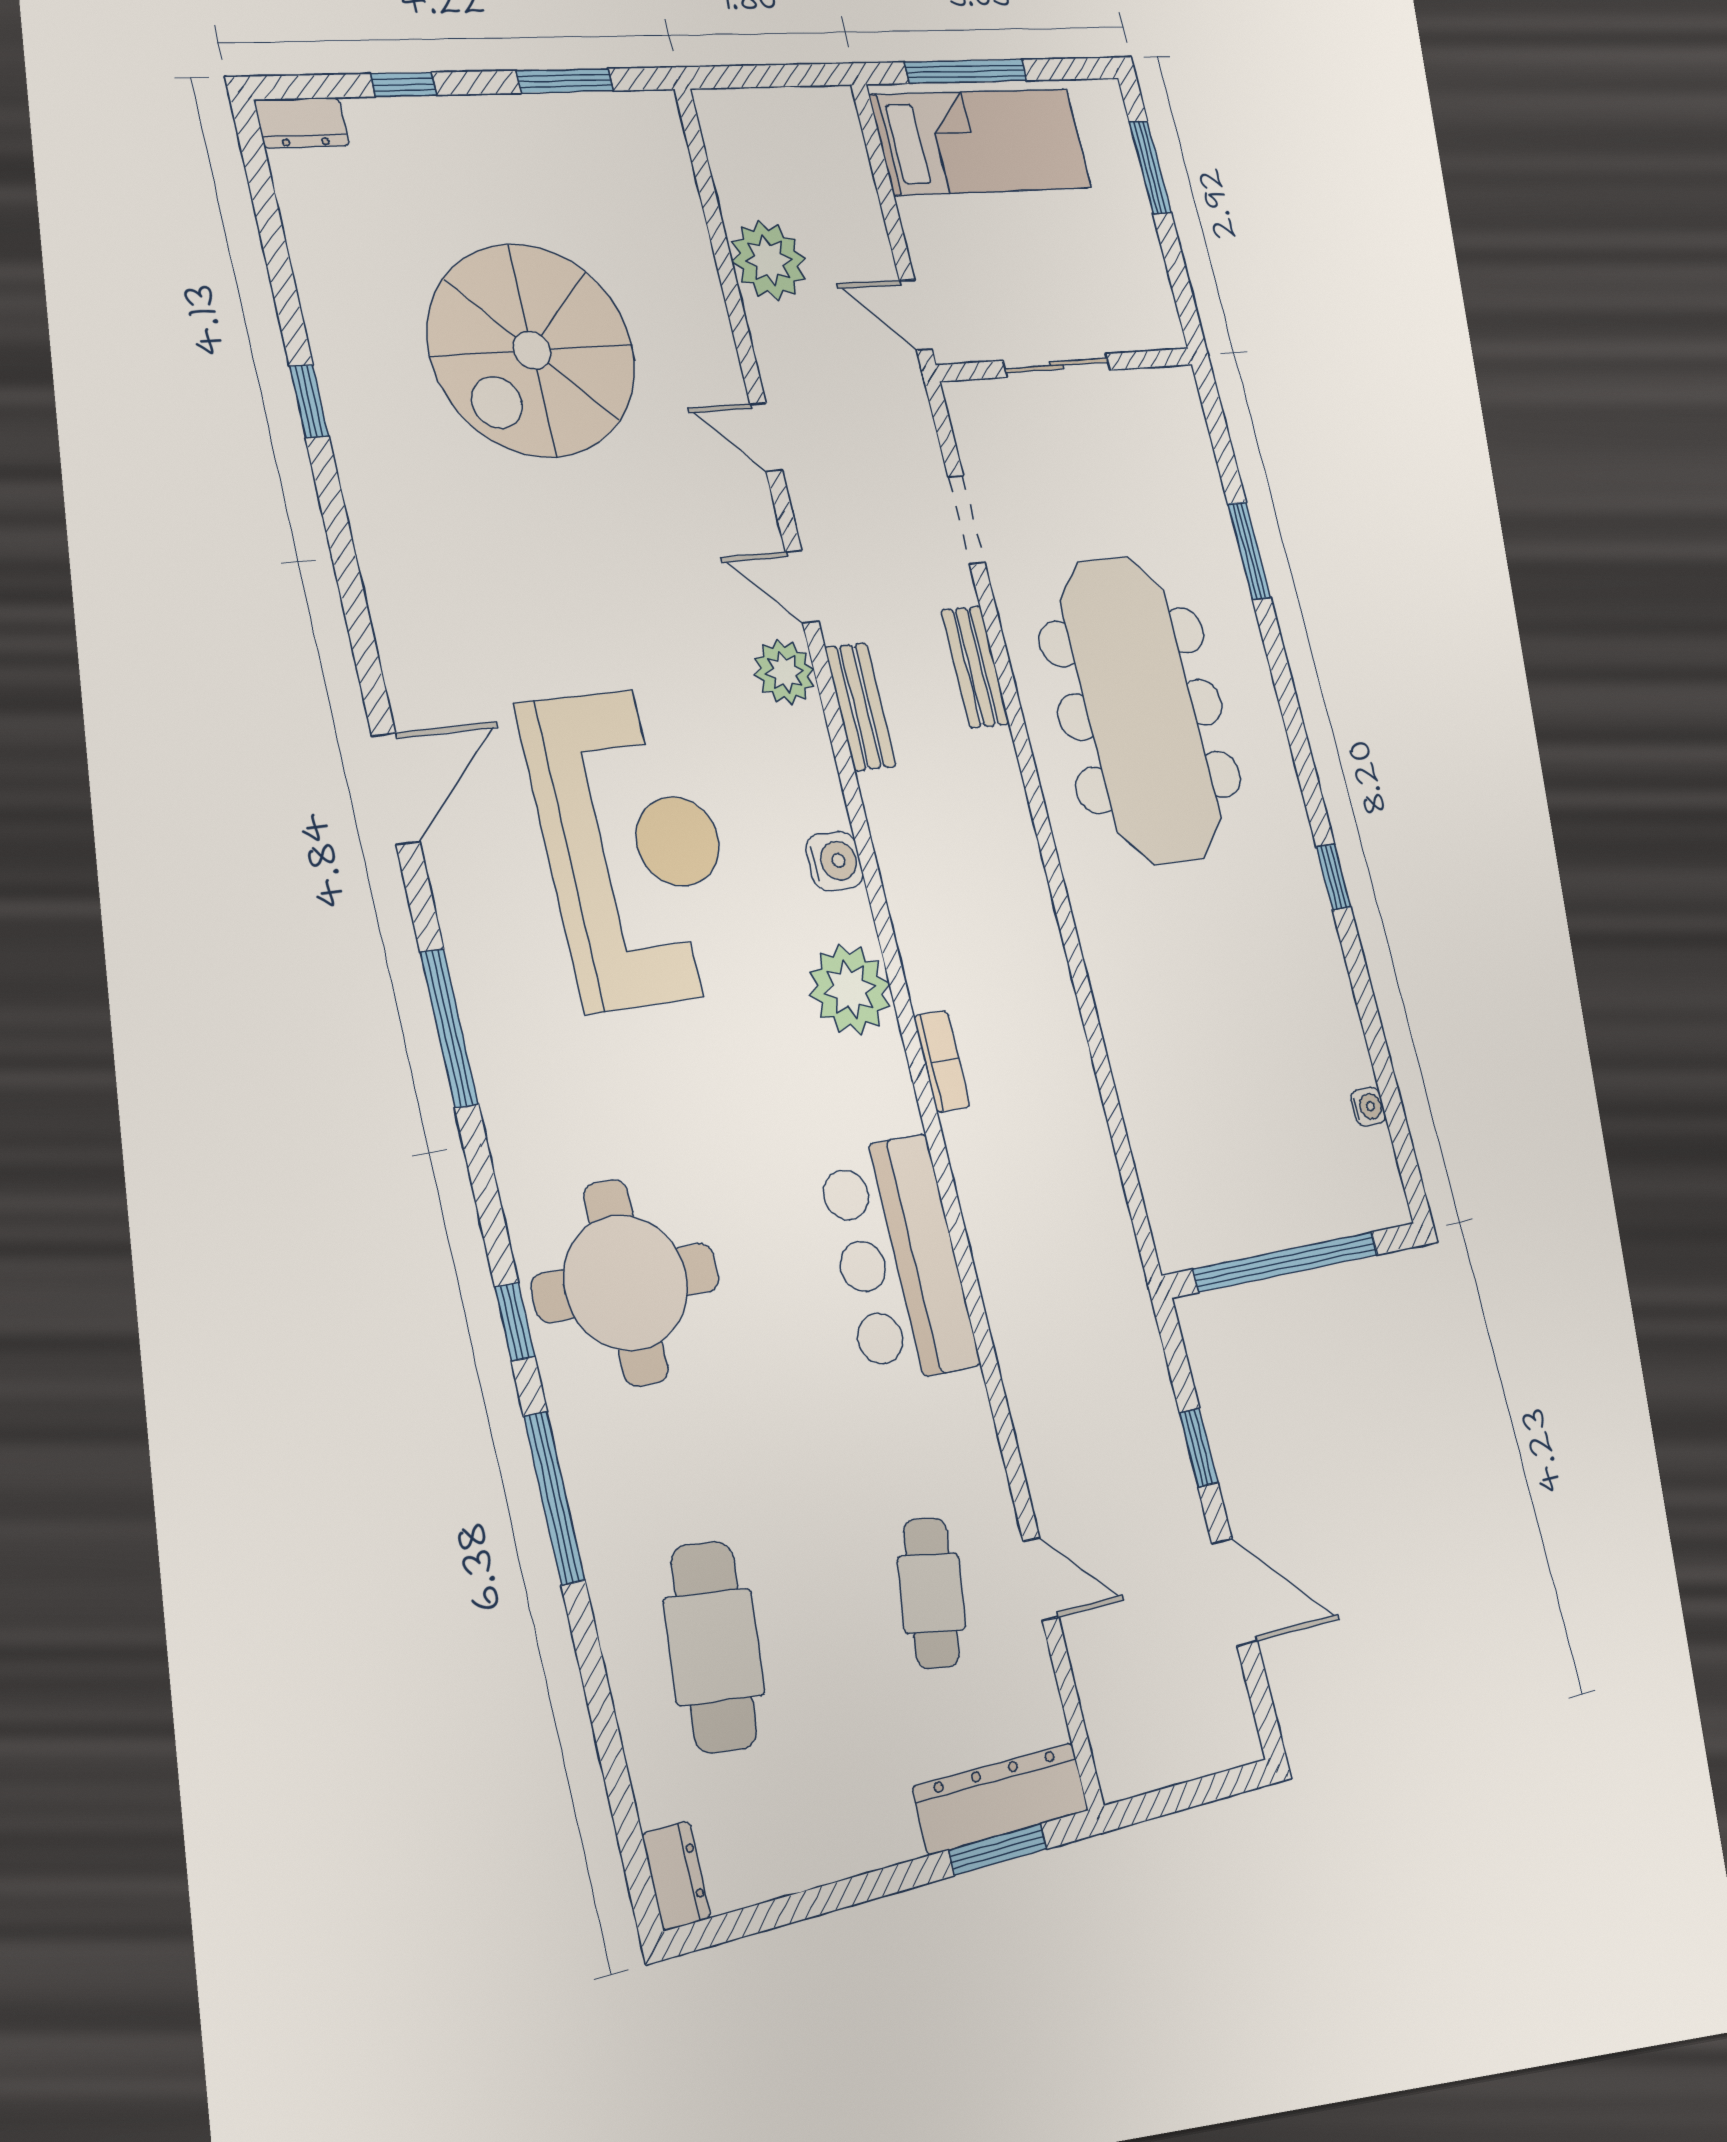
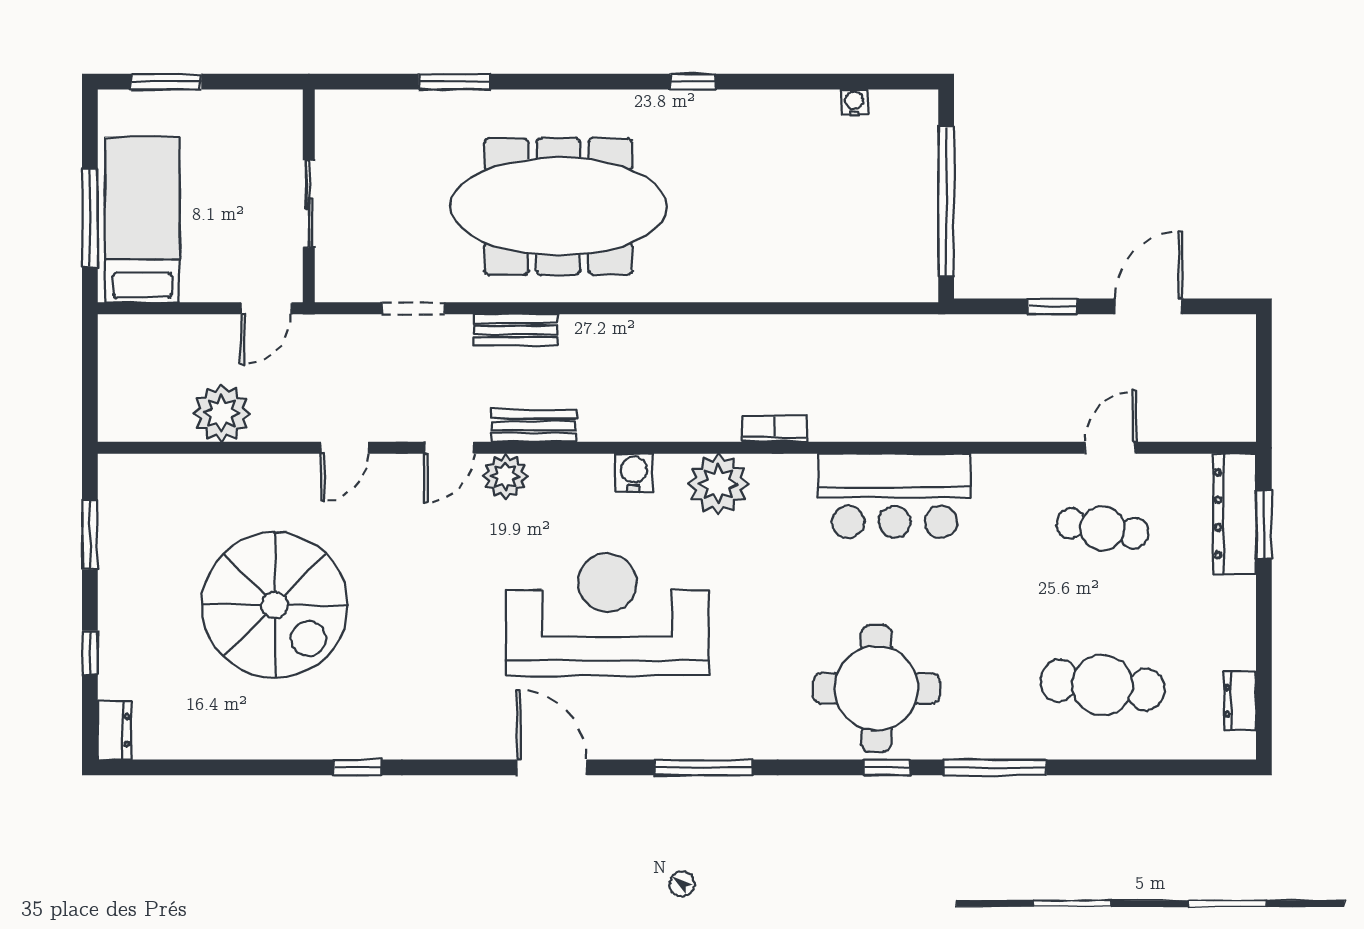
window: (309, 401) -> (357, 767), moved
dresser: (676, 1876) -> (1240, 701), moved, turned -90

